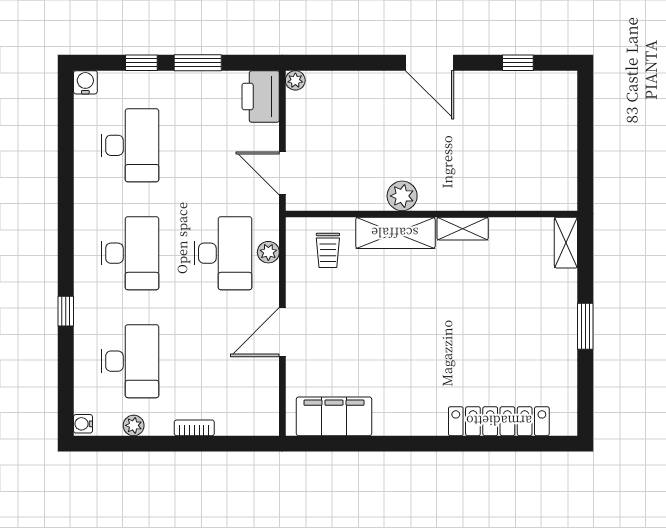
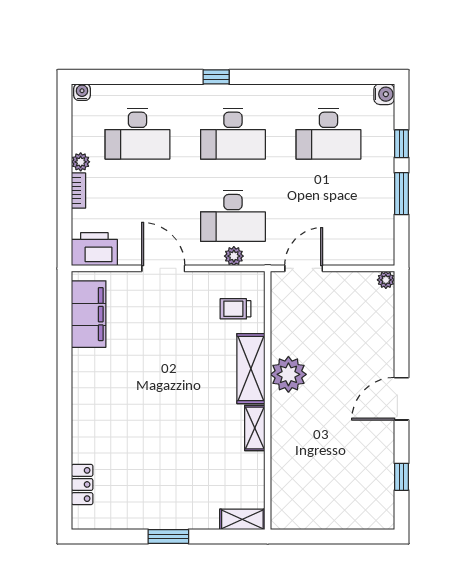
printer: (261, 97) -> (94, 249), moved
plant: (402, 196) -> (288, 374), width x1.36, depth x1.36
window: (66, 311) -> (216, 77), moved
locker: (499, 421) -> (82, 484), width x0.46, depth x0.83
plant: (134, 425) -> (81, 162), moved

